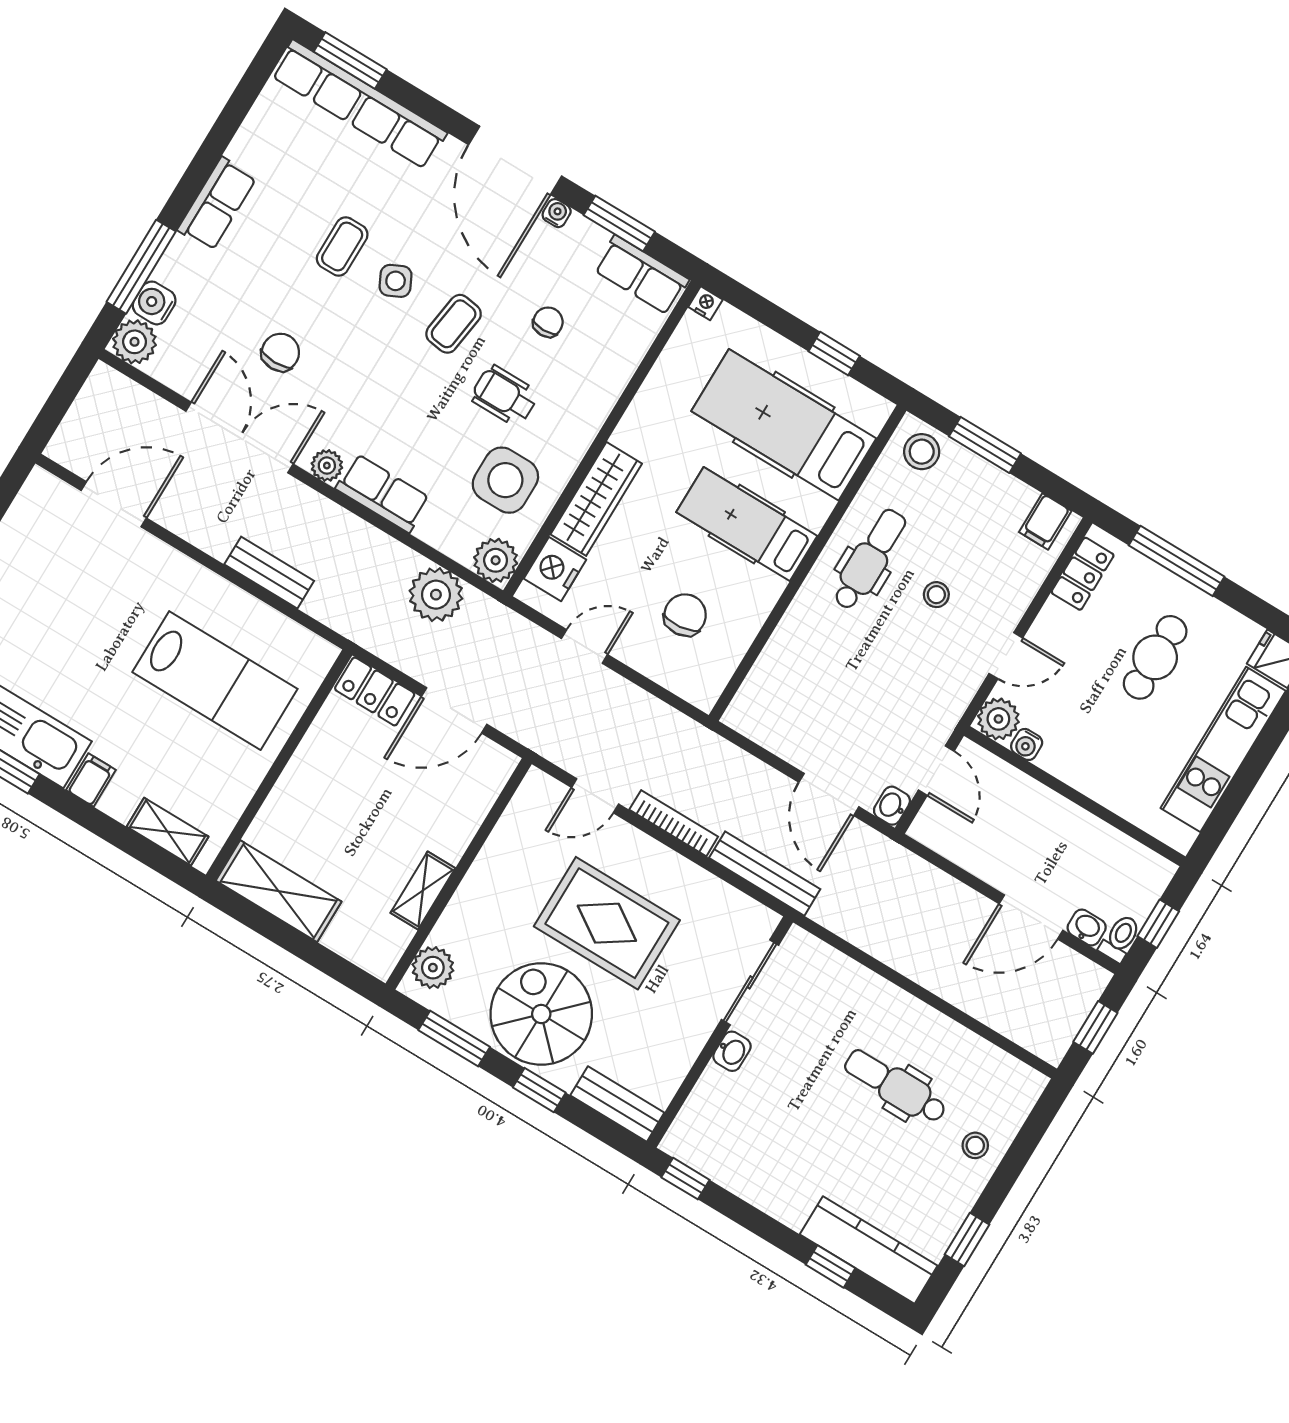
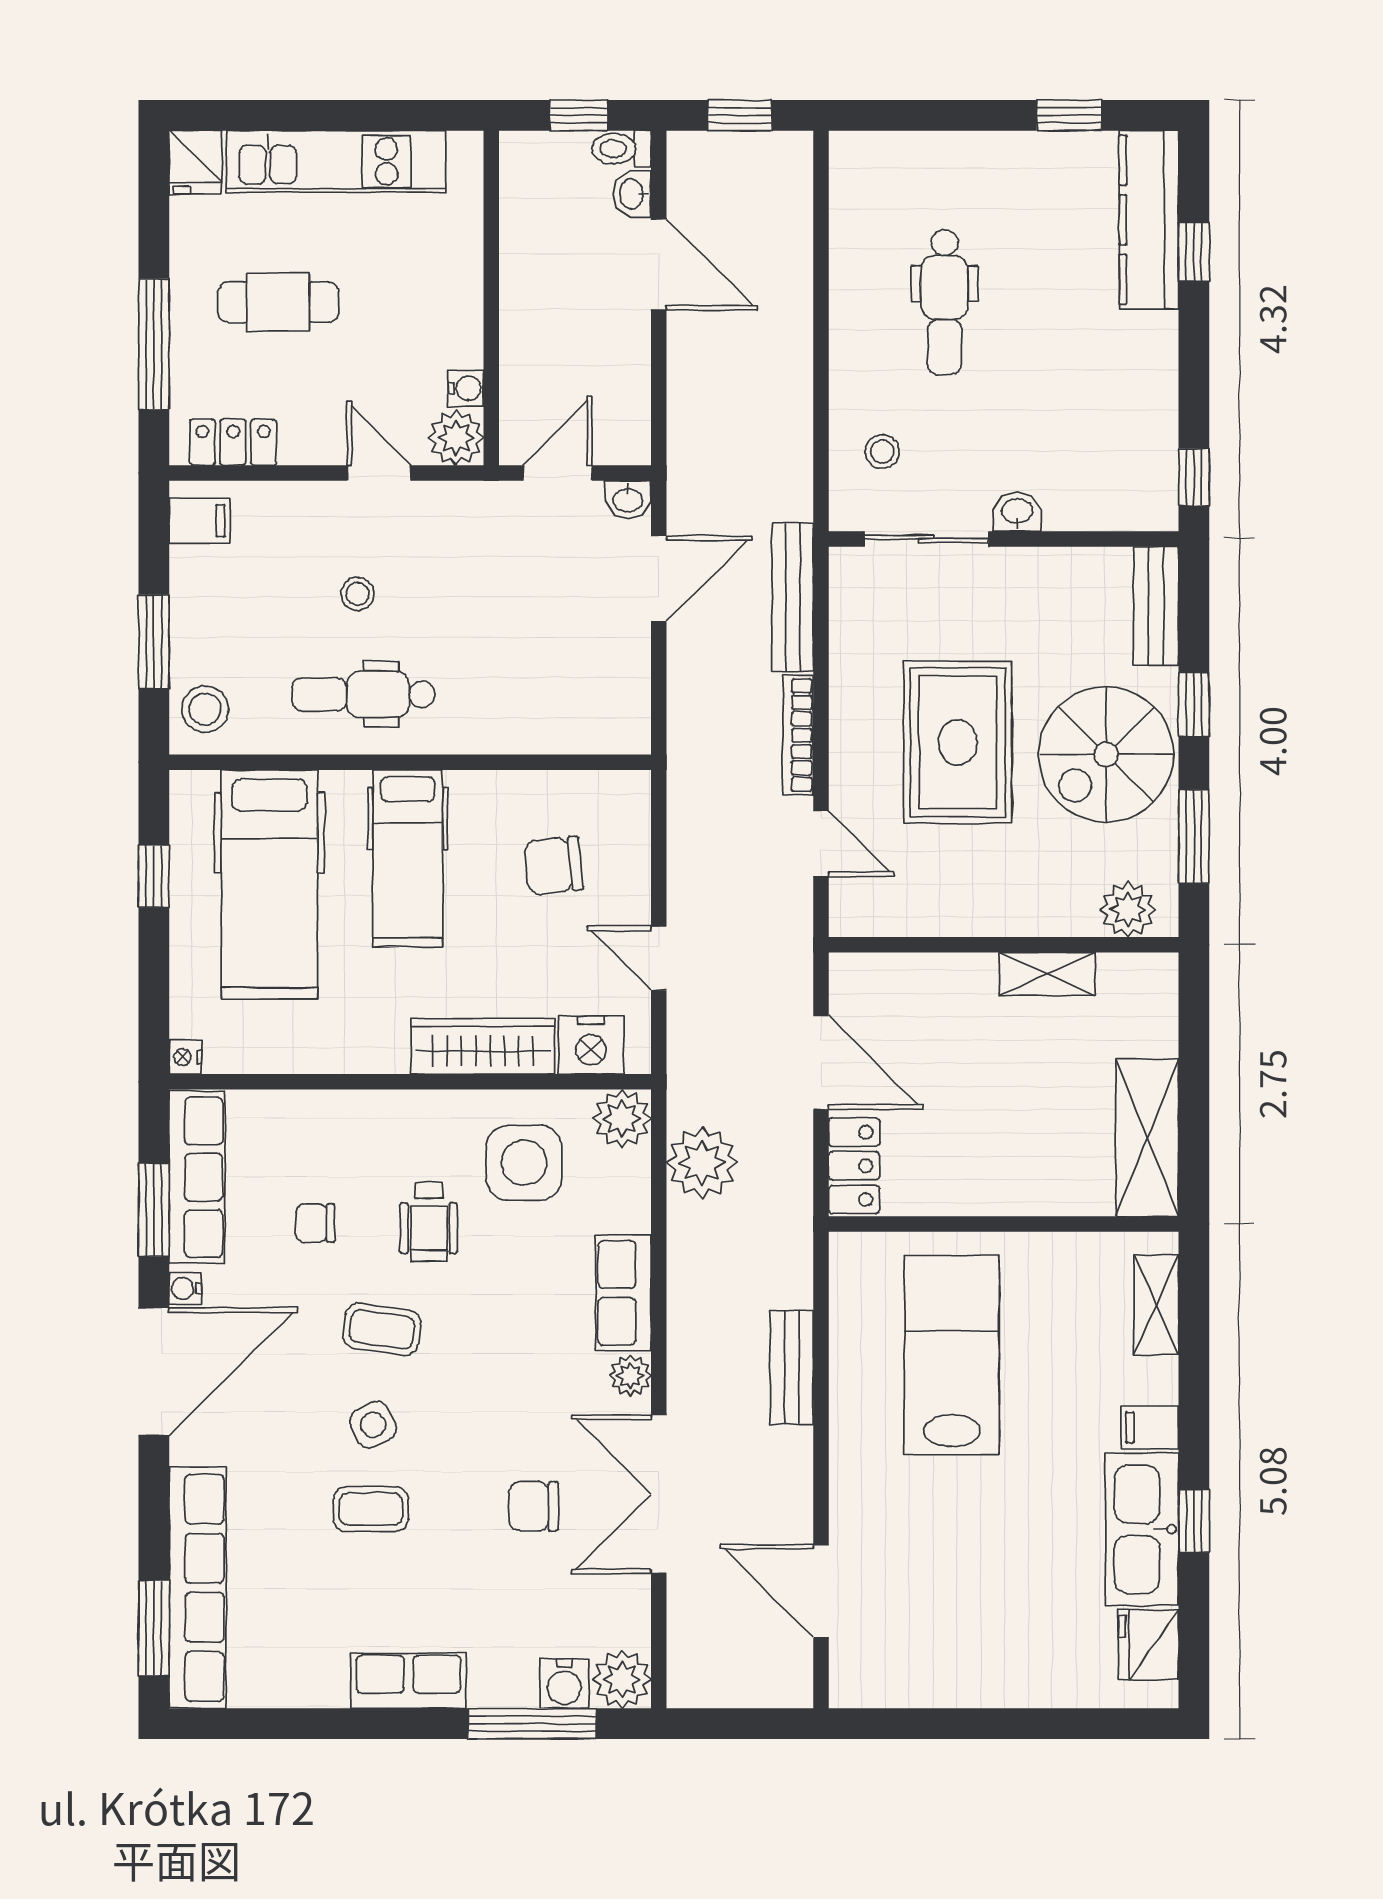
row of seats: (641, 275) -> (197, 1177), width x1.48
stool: (975, 1145) -> (882, 452), moved

